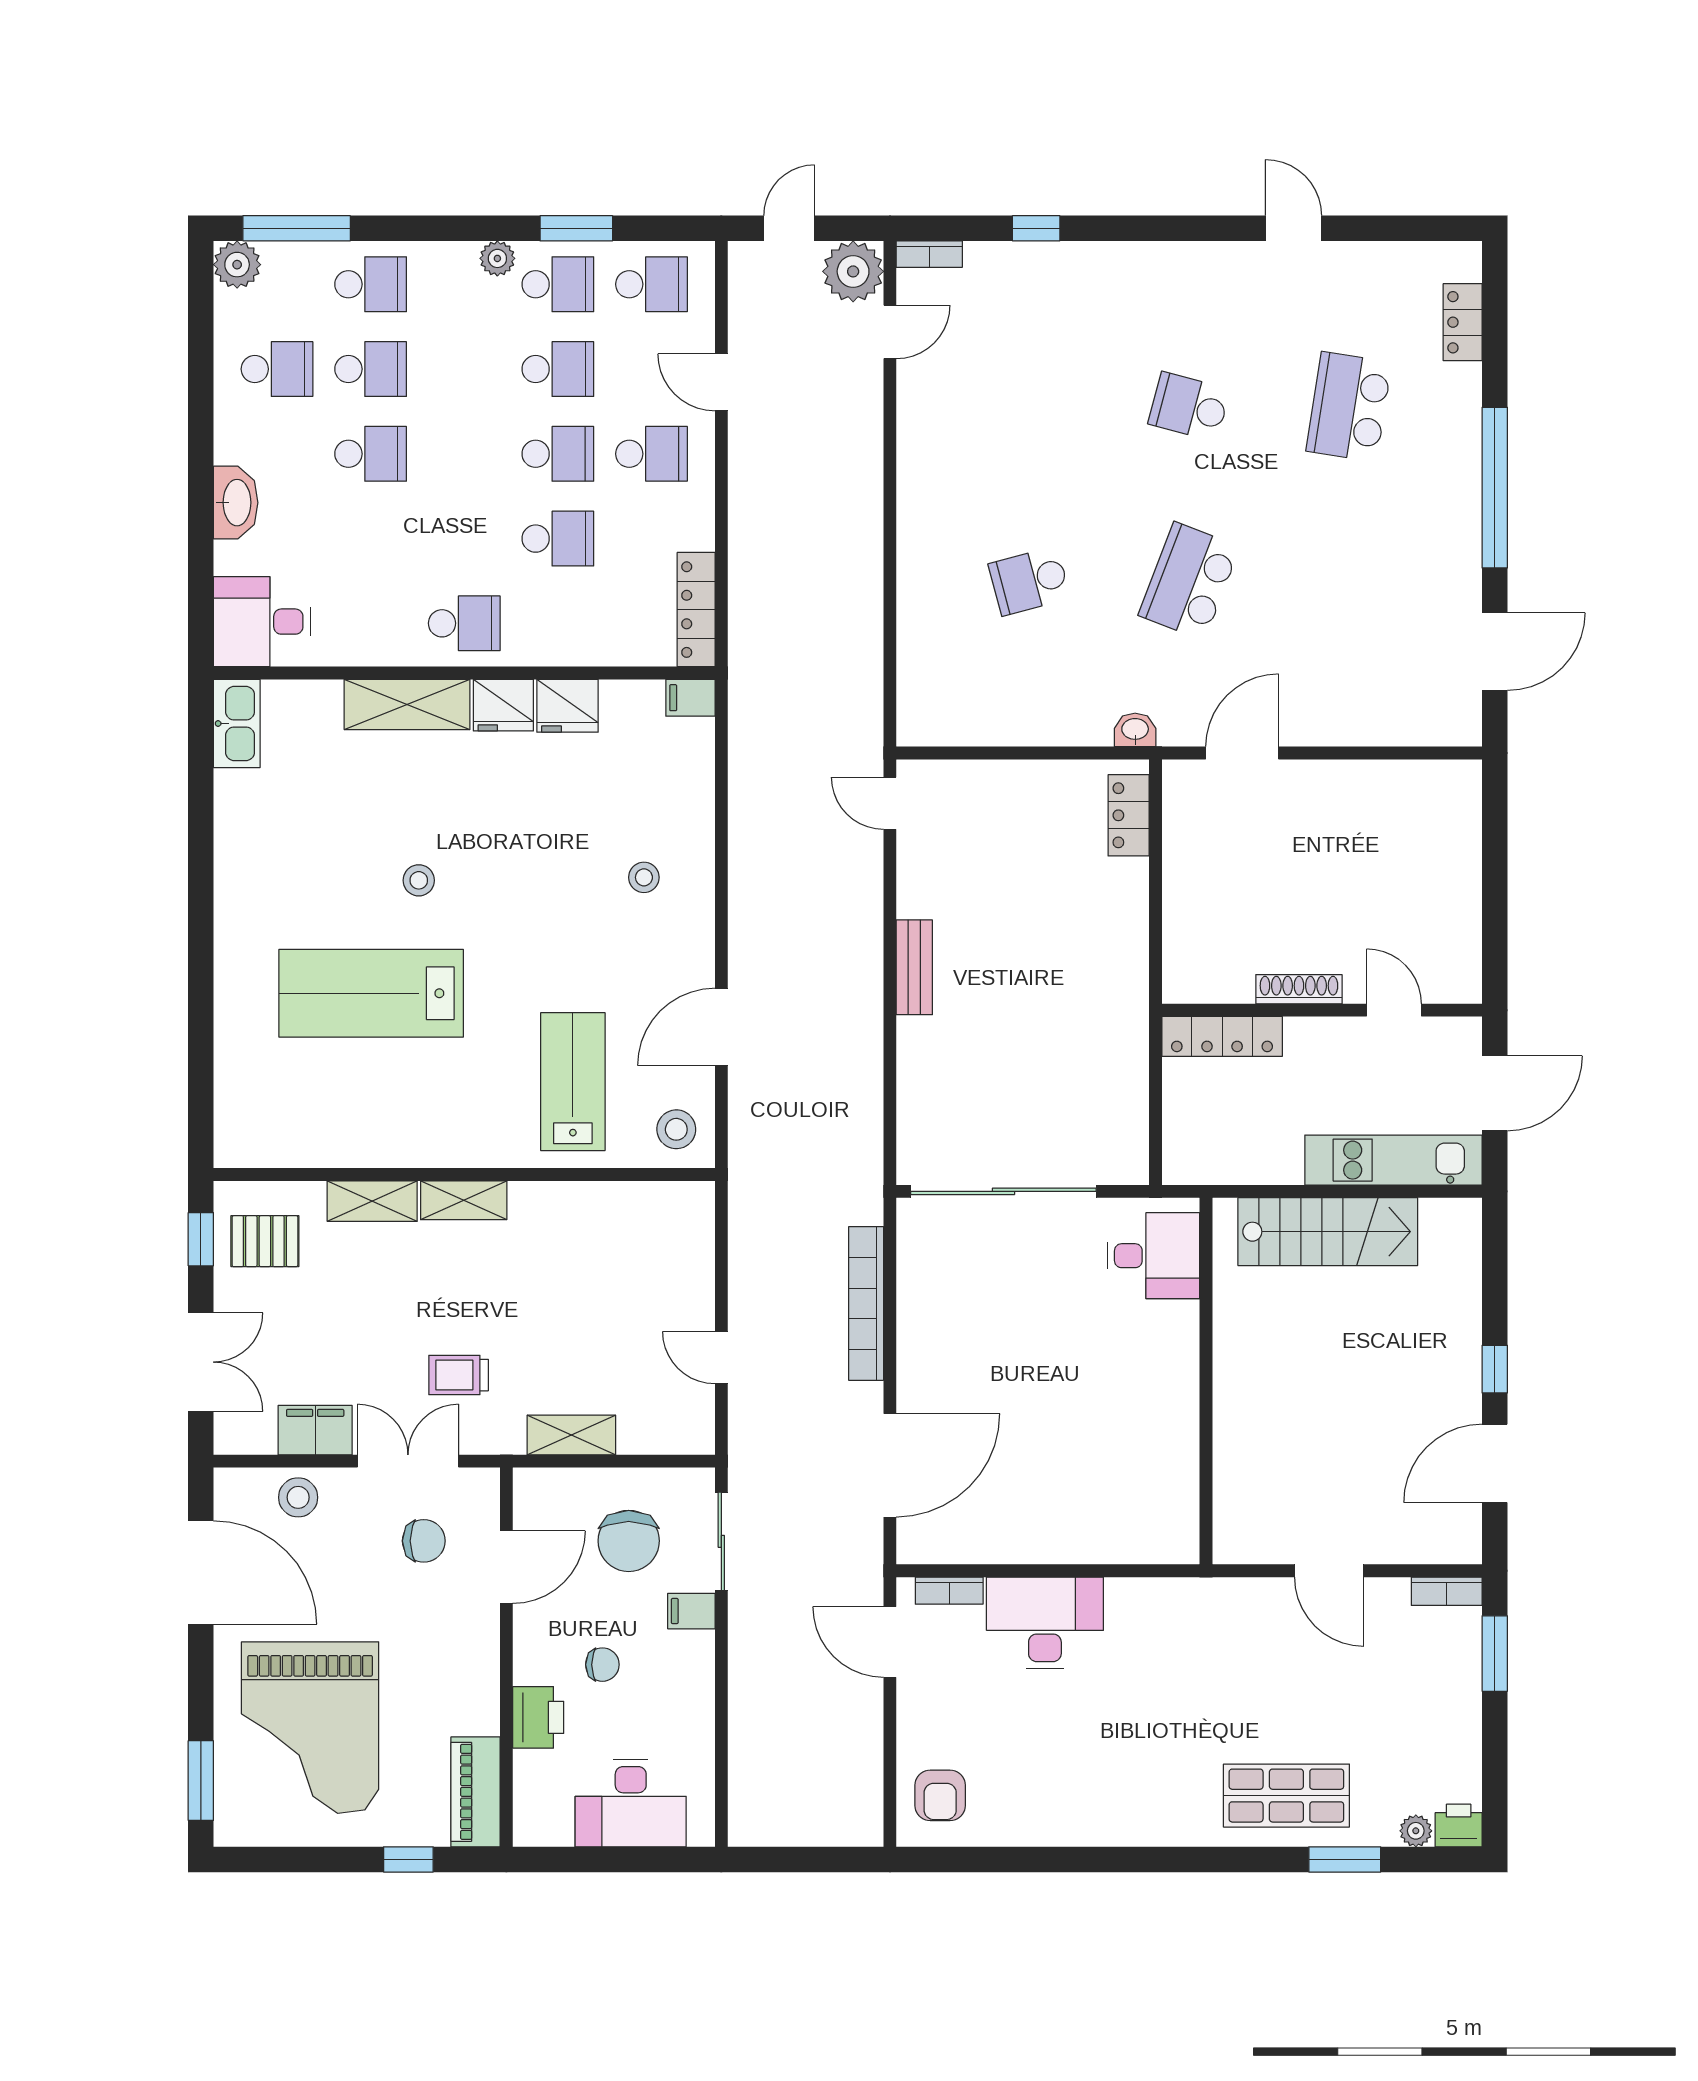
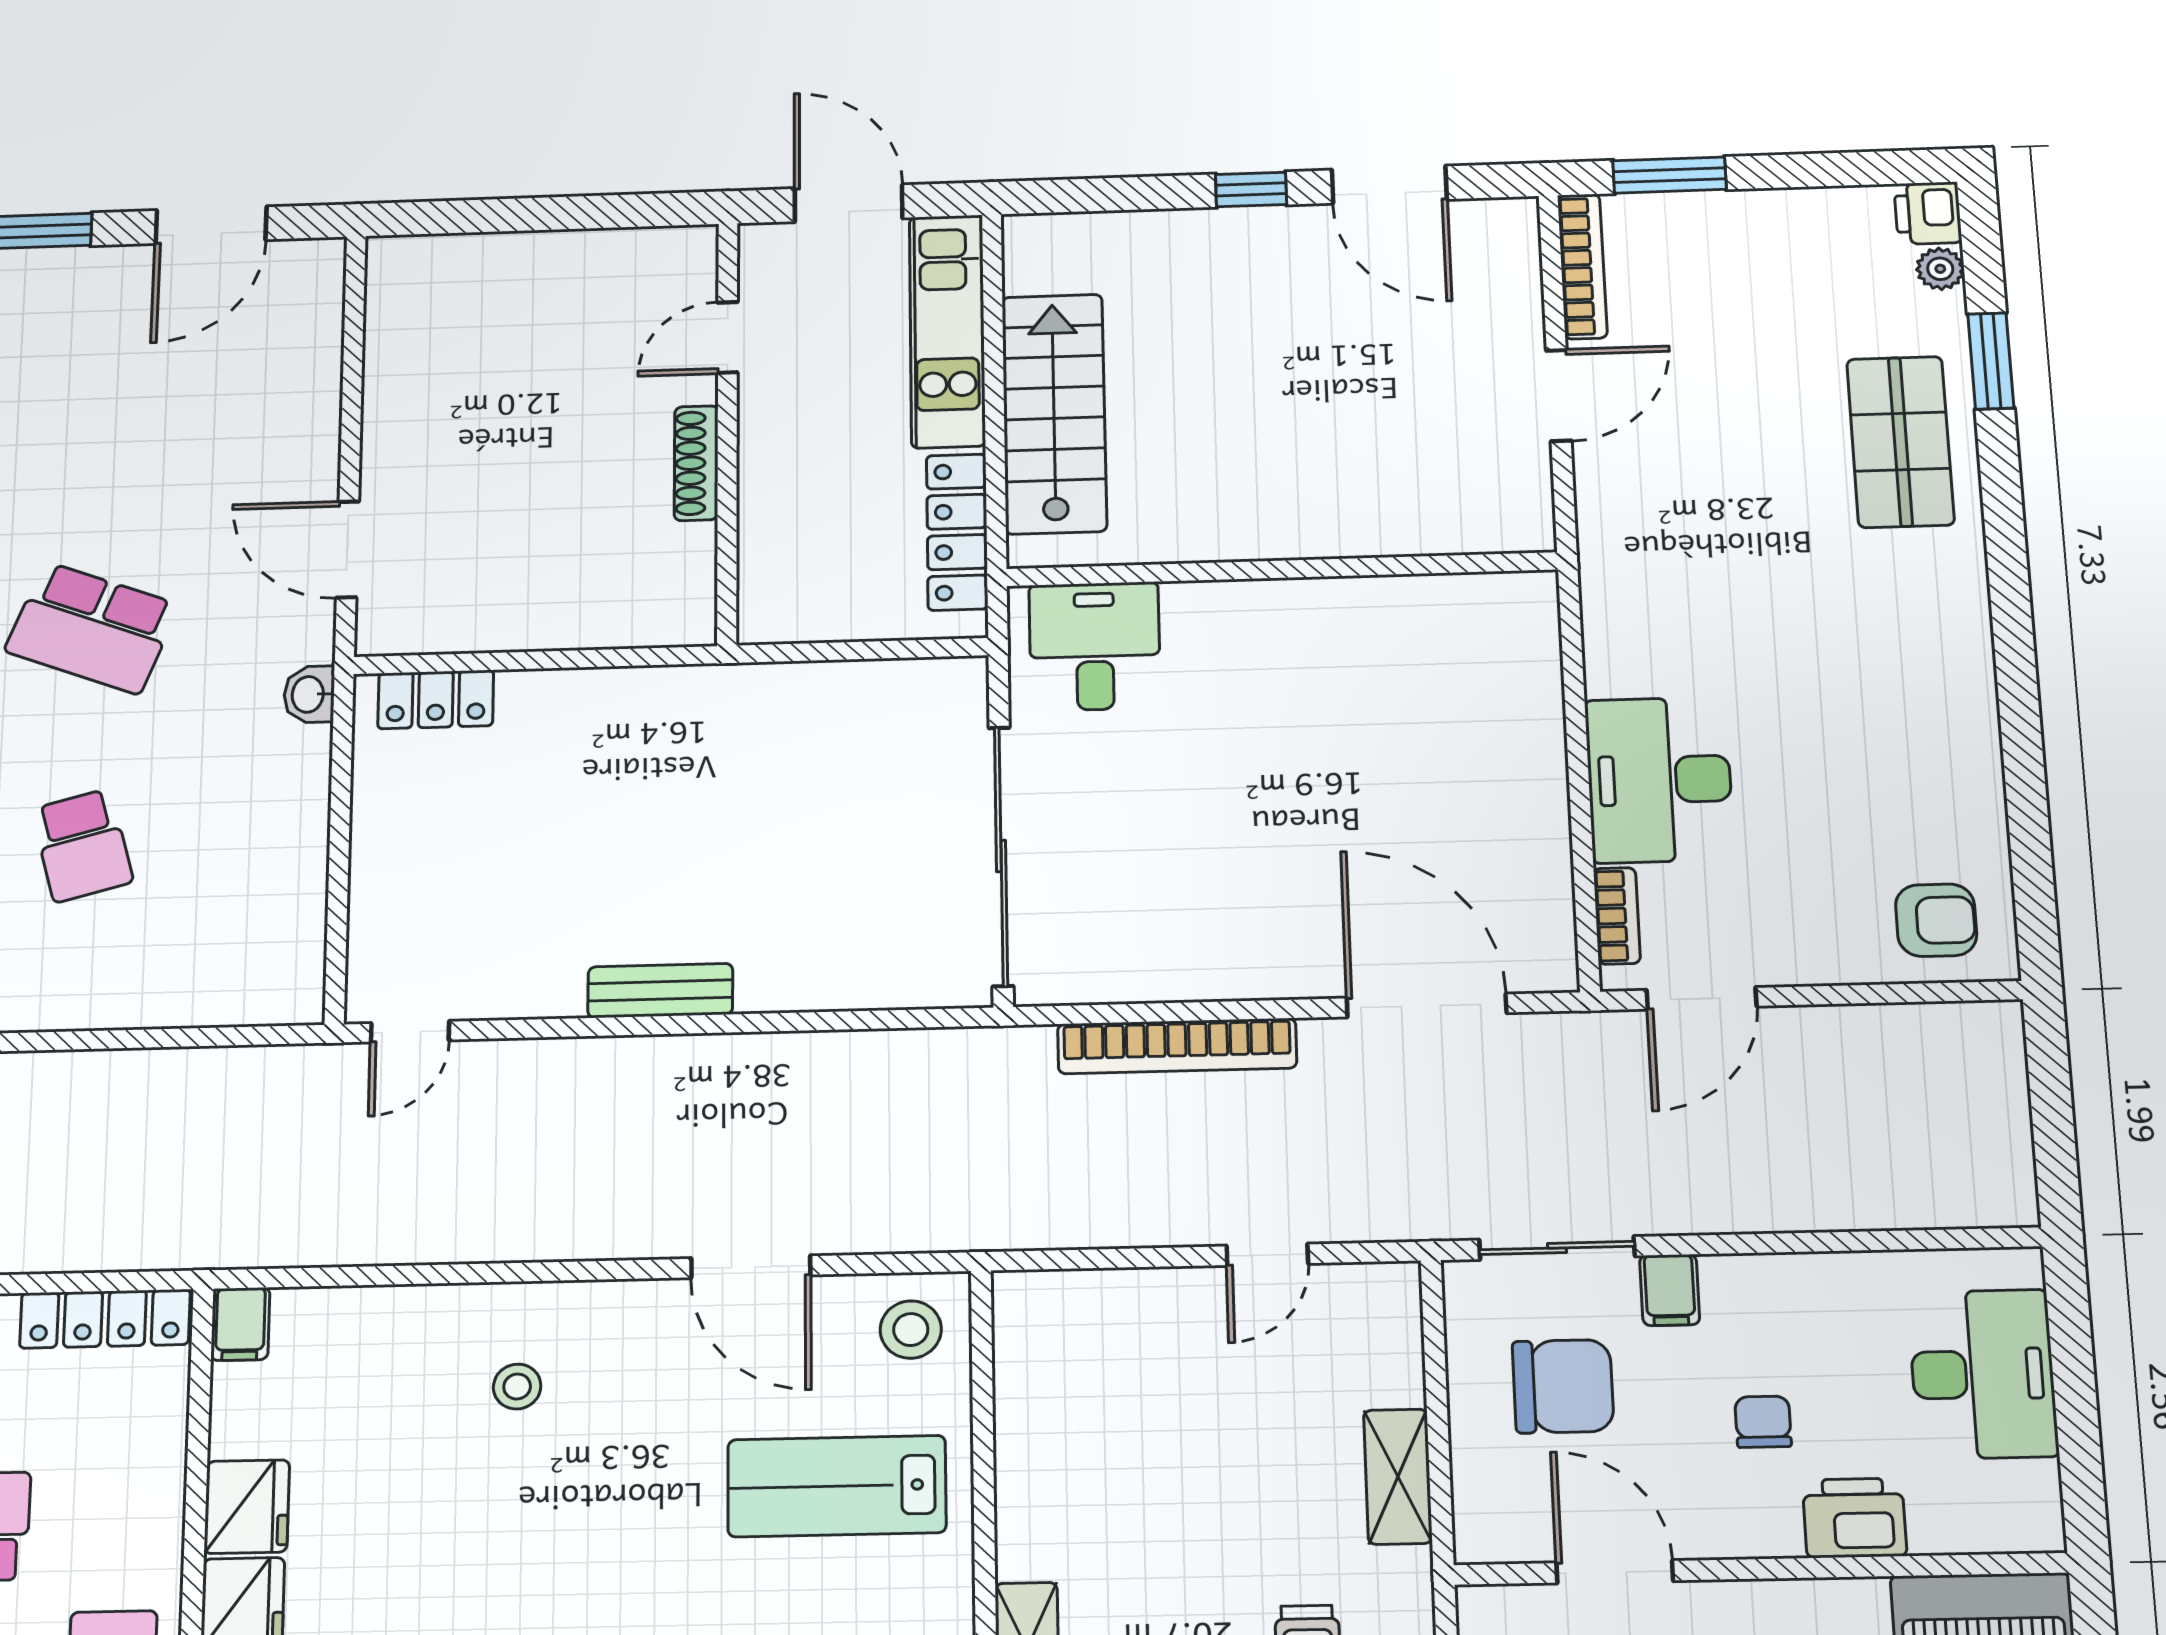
door: (1495, 652) -> (211, 225), swing flipped
locker: (1222, 1036) -> (957, 532), moved, turned 180
bookcase: (1447, 1591) -> (1582, 266), width x1.56

